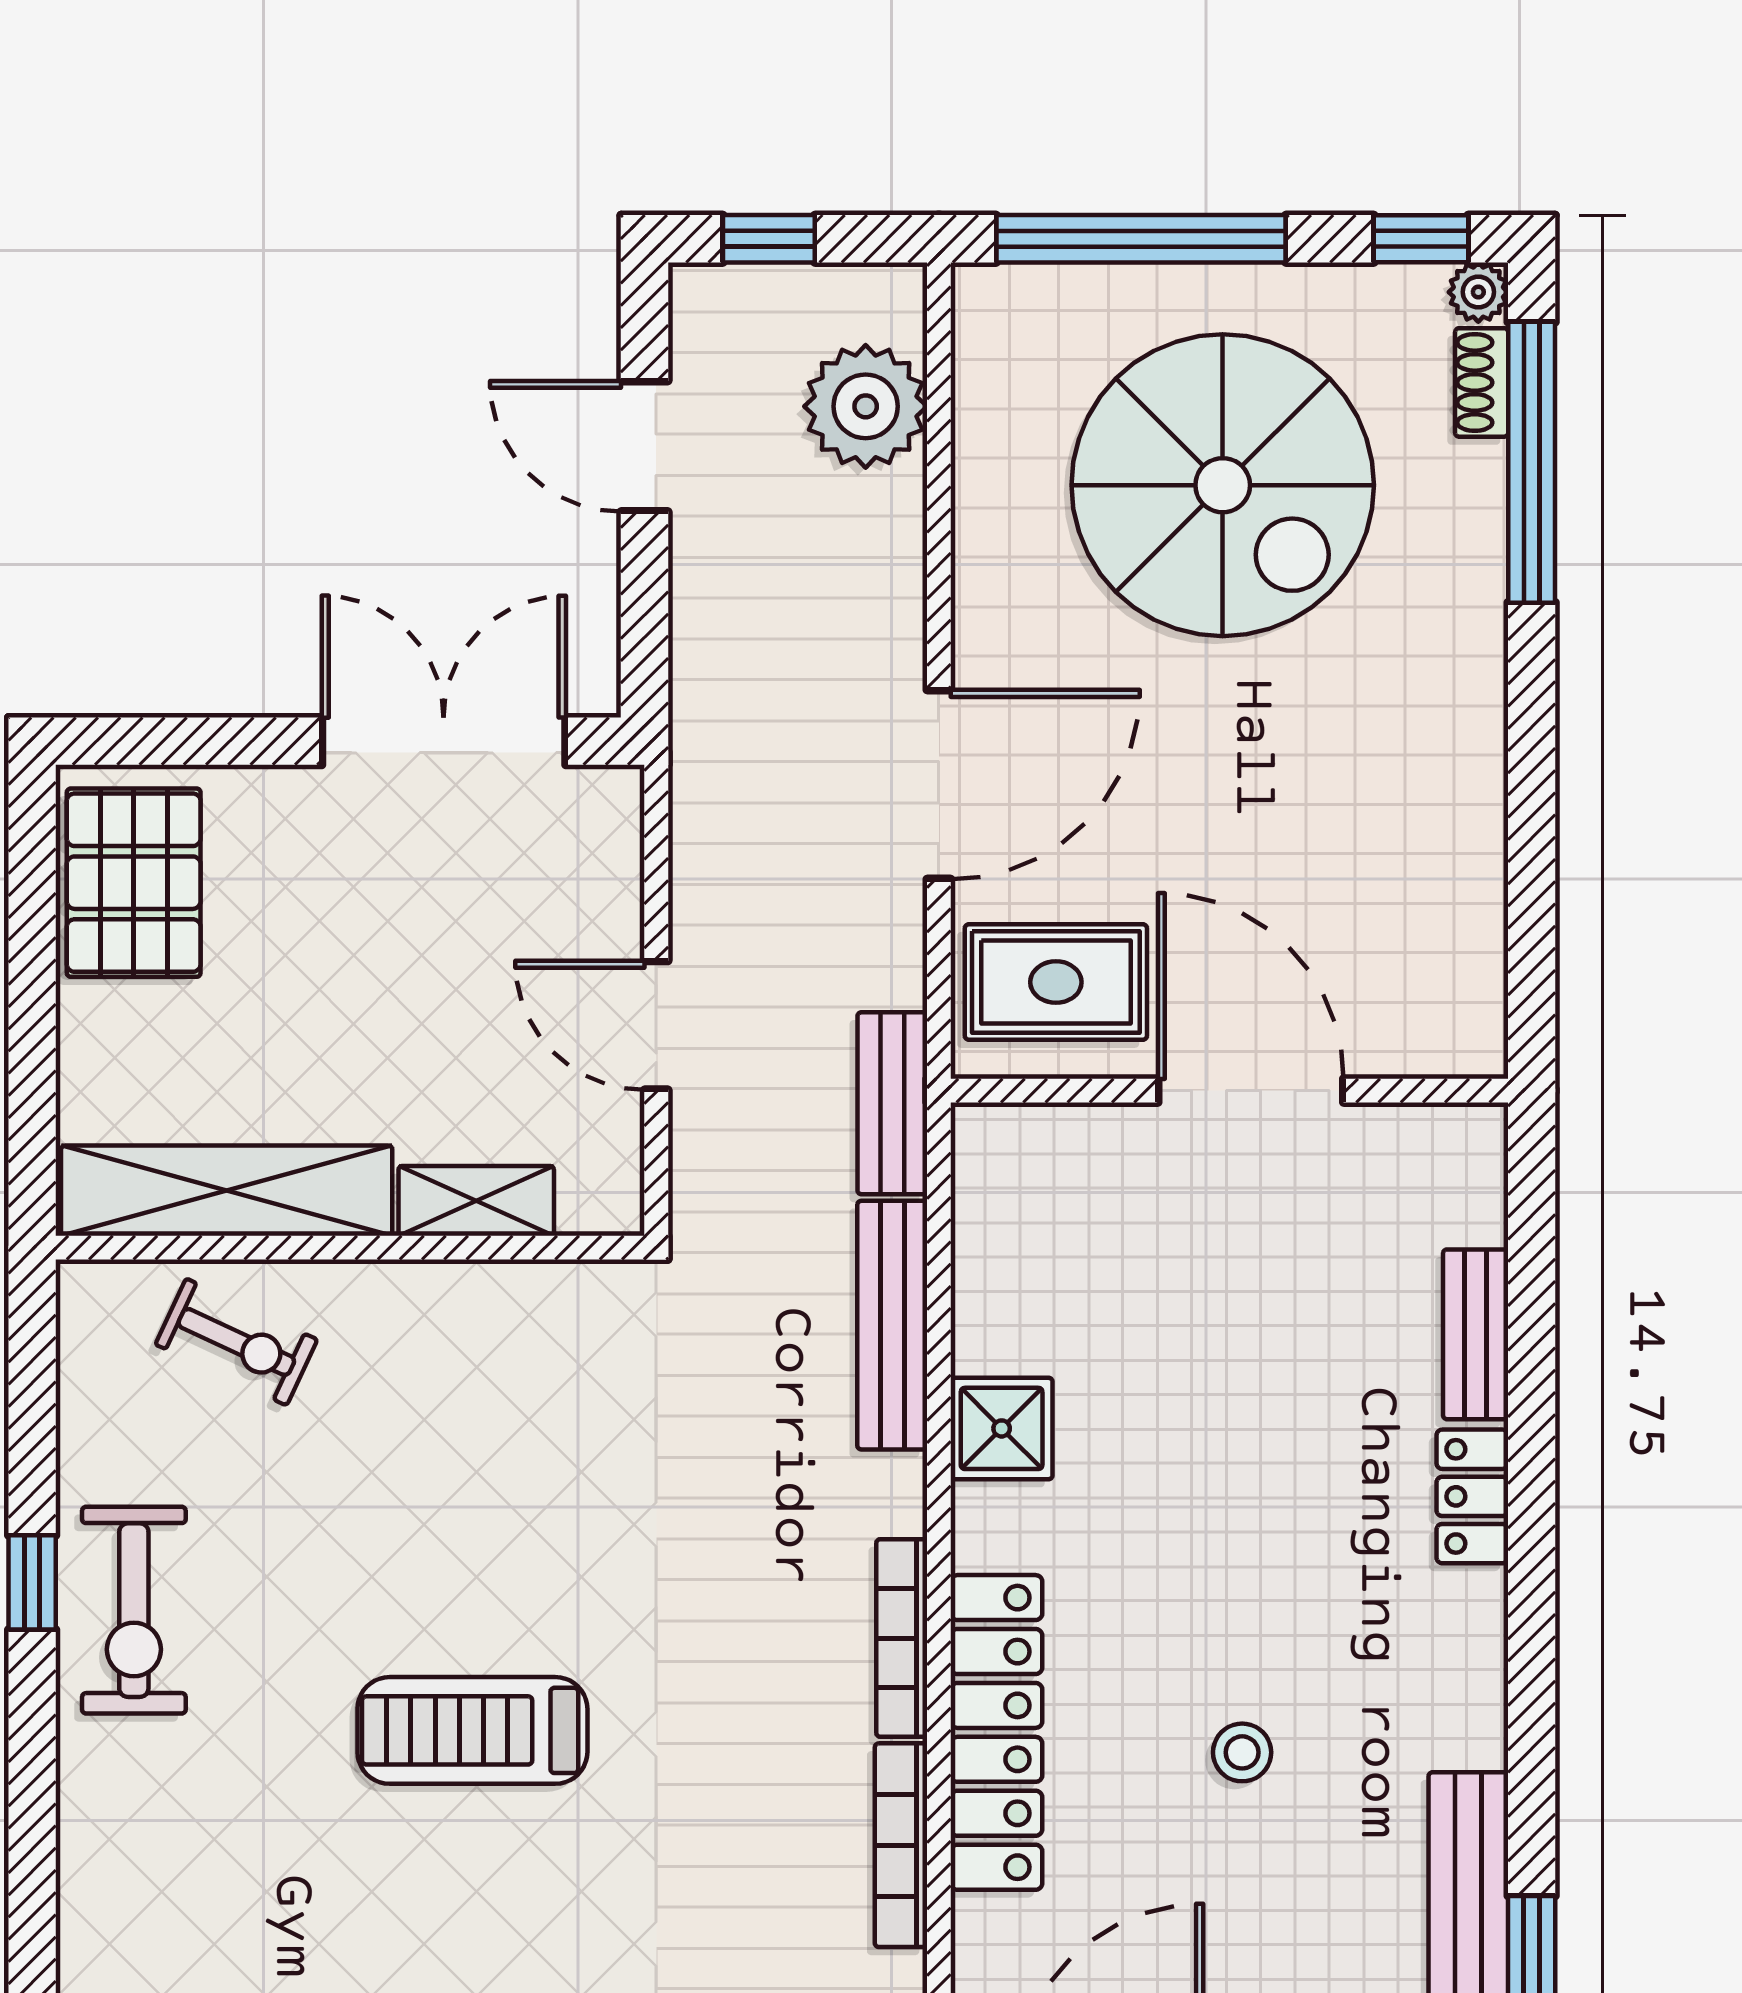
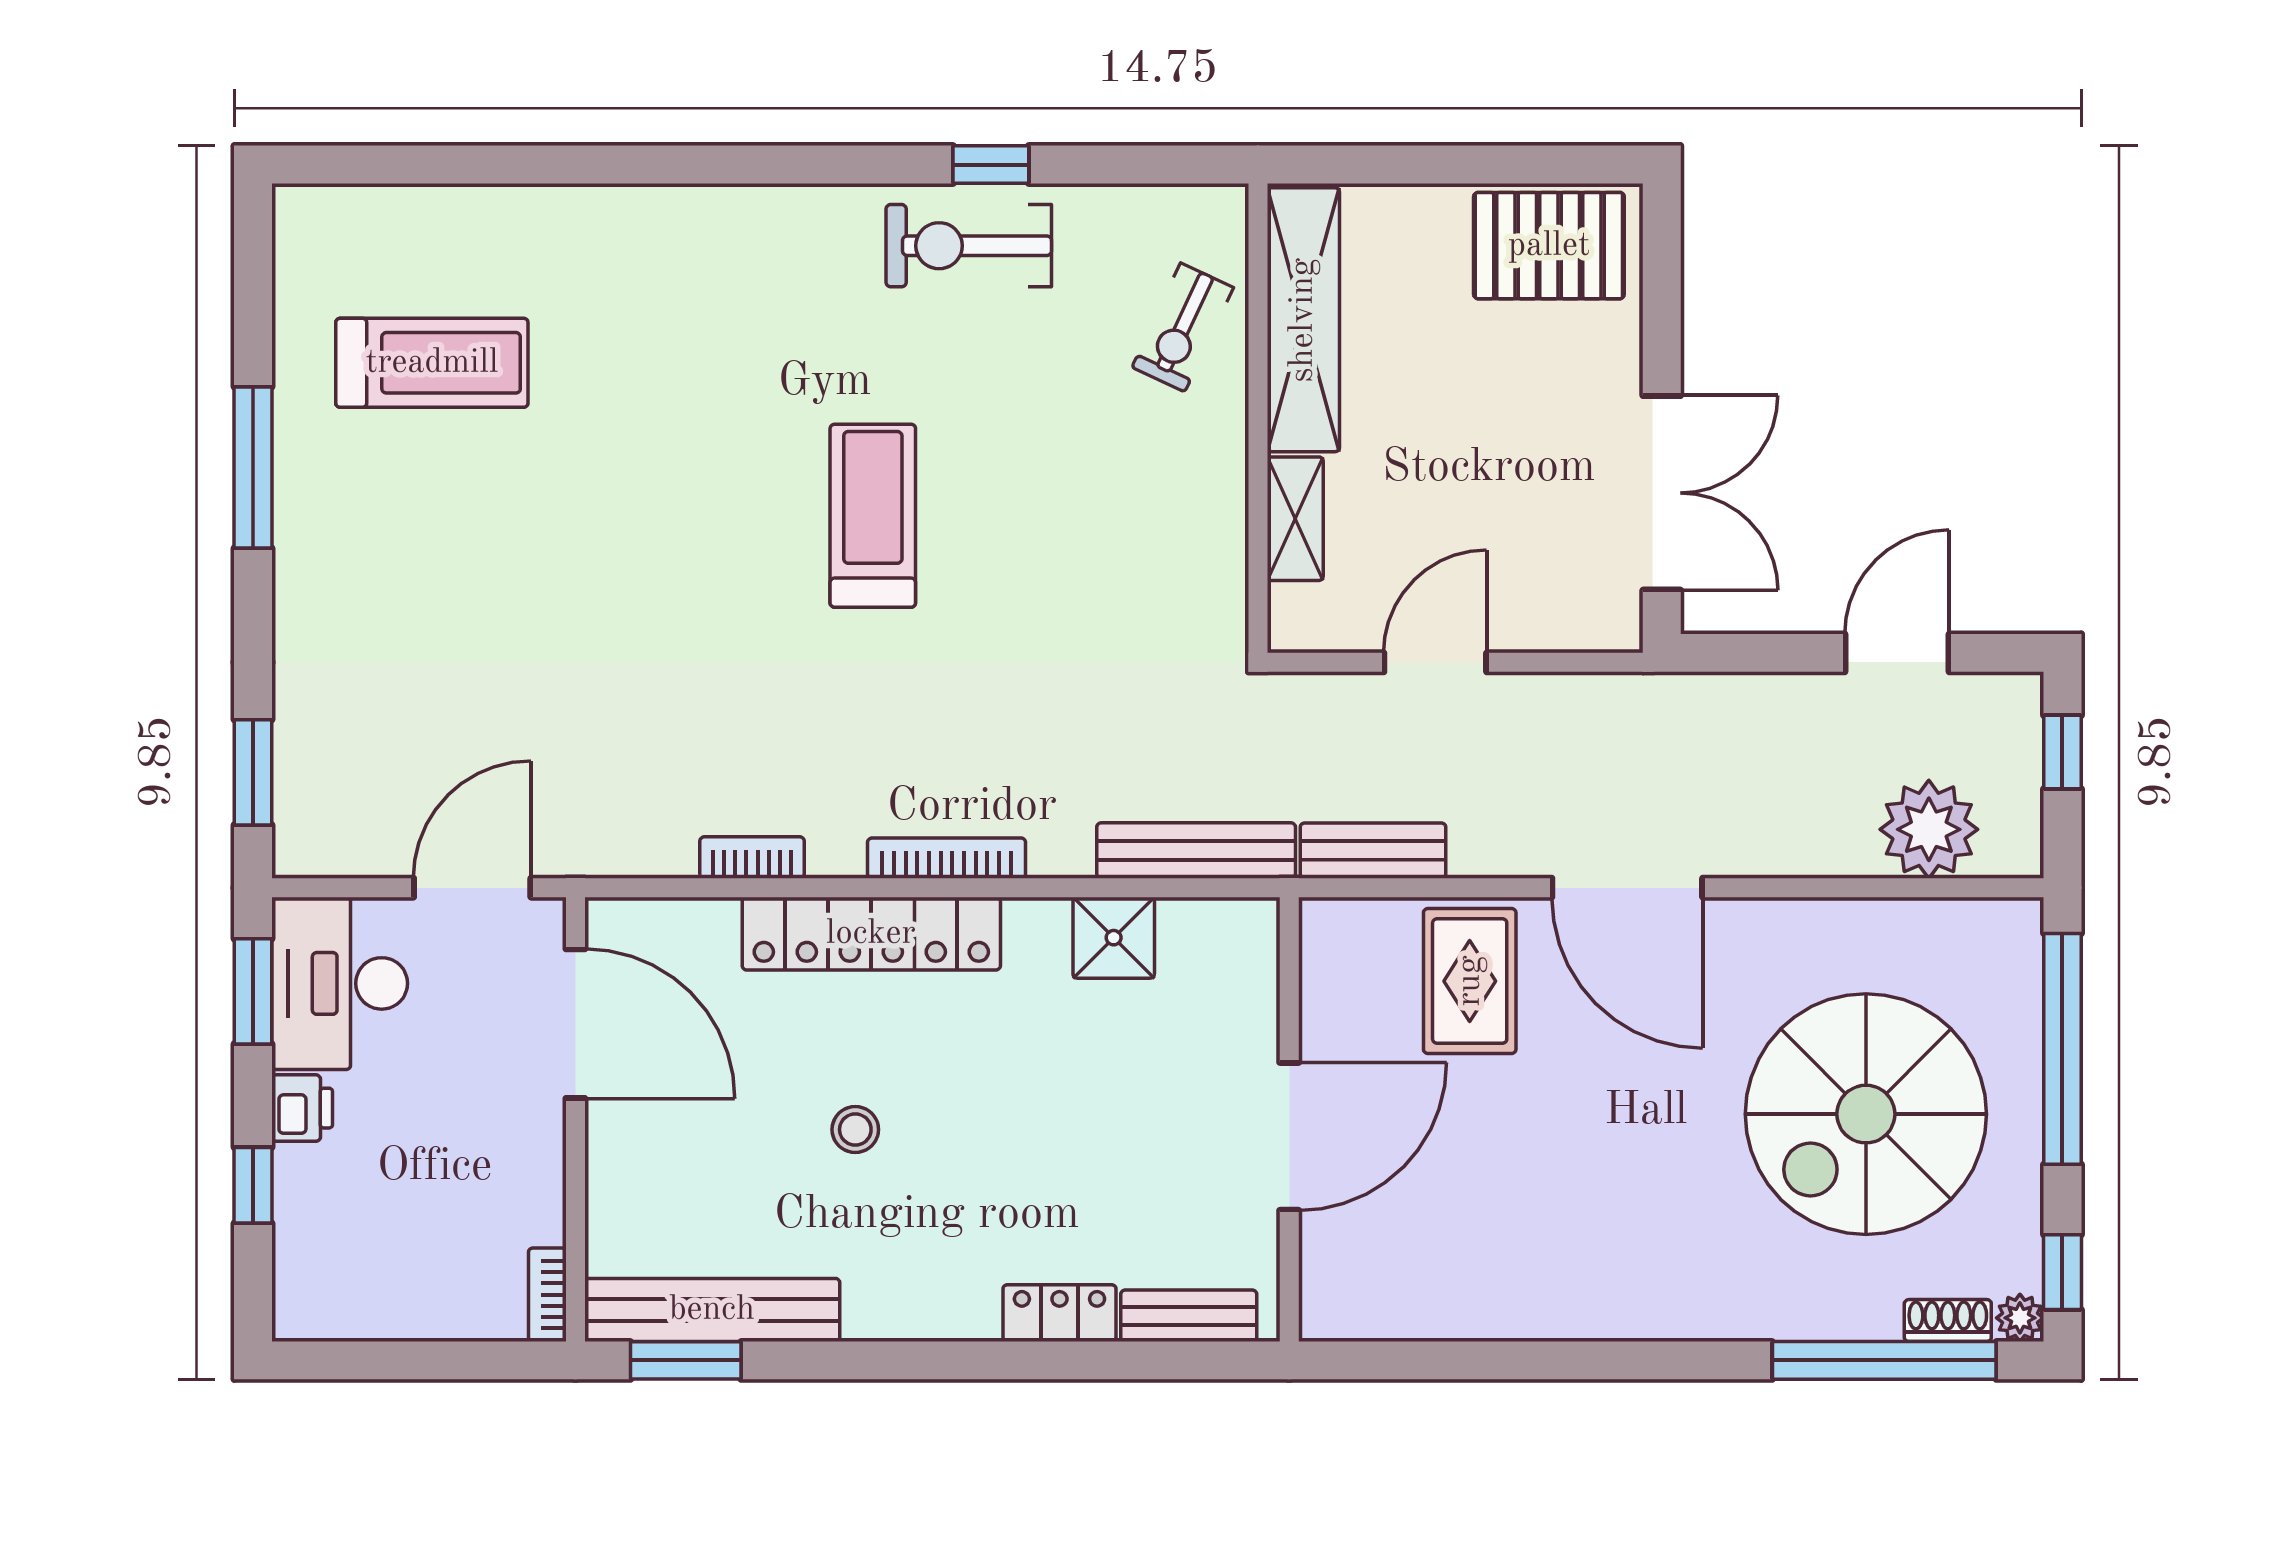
wall: (1229, 1091) -> (1289, 1119), moved
door: (1251, 1091) -> (1289, 1136), moved
bookcase: (901, 1845) -> (752, 857), width x0.64

